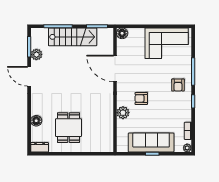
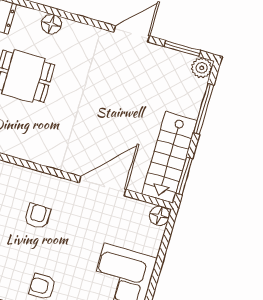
stairs: (73, 37) -> (170, 157), moved
plant: (36, 55) -> (202, 68), moved
plant: (123, 113) -> (22, 178), removed

